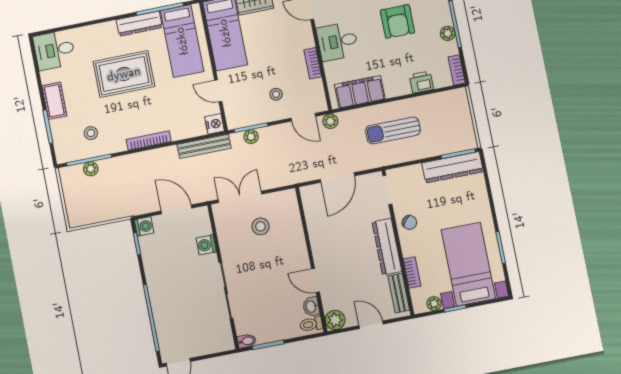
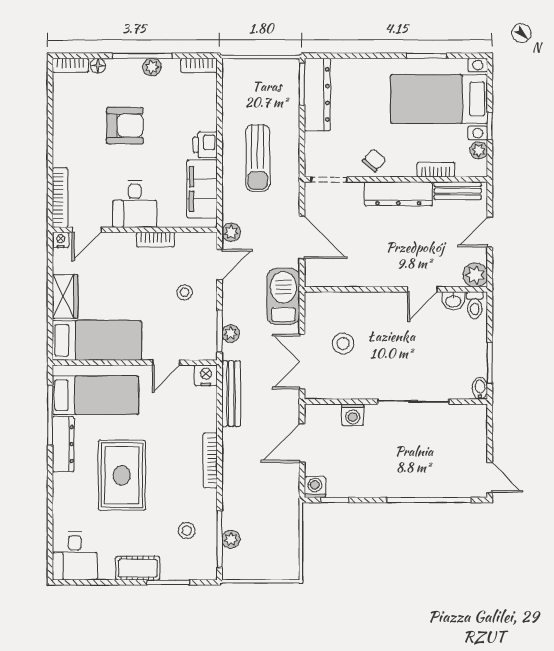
printer: (421, 82) -> (205, 145), moved
barbecue: (288, 172) -> (283, 296), added

